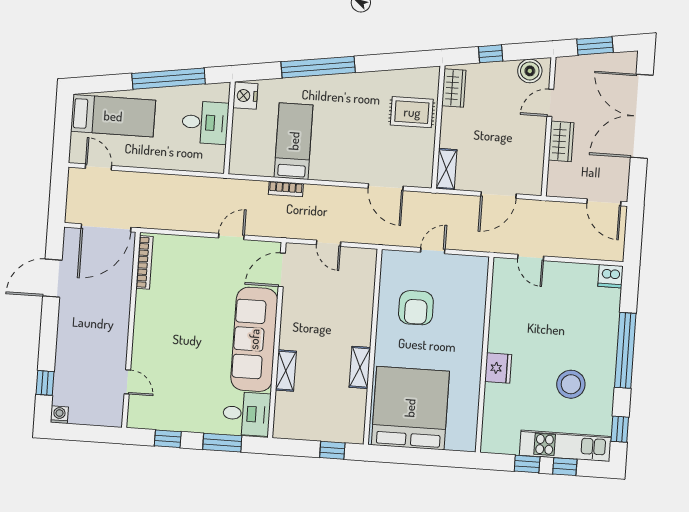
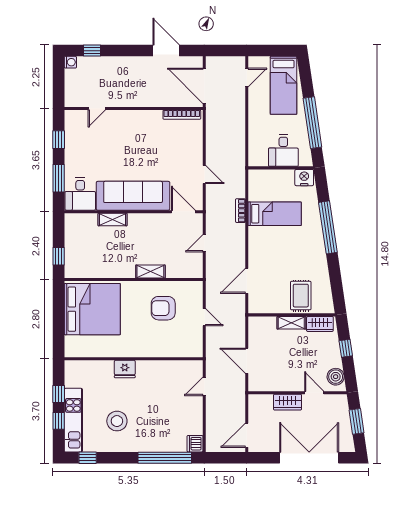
shelving: (446, 169) -> (291, 323), moved
window: (625, 350) -> (165, 458), moved
shelving: (360, 367) -> (150, 272), moved

